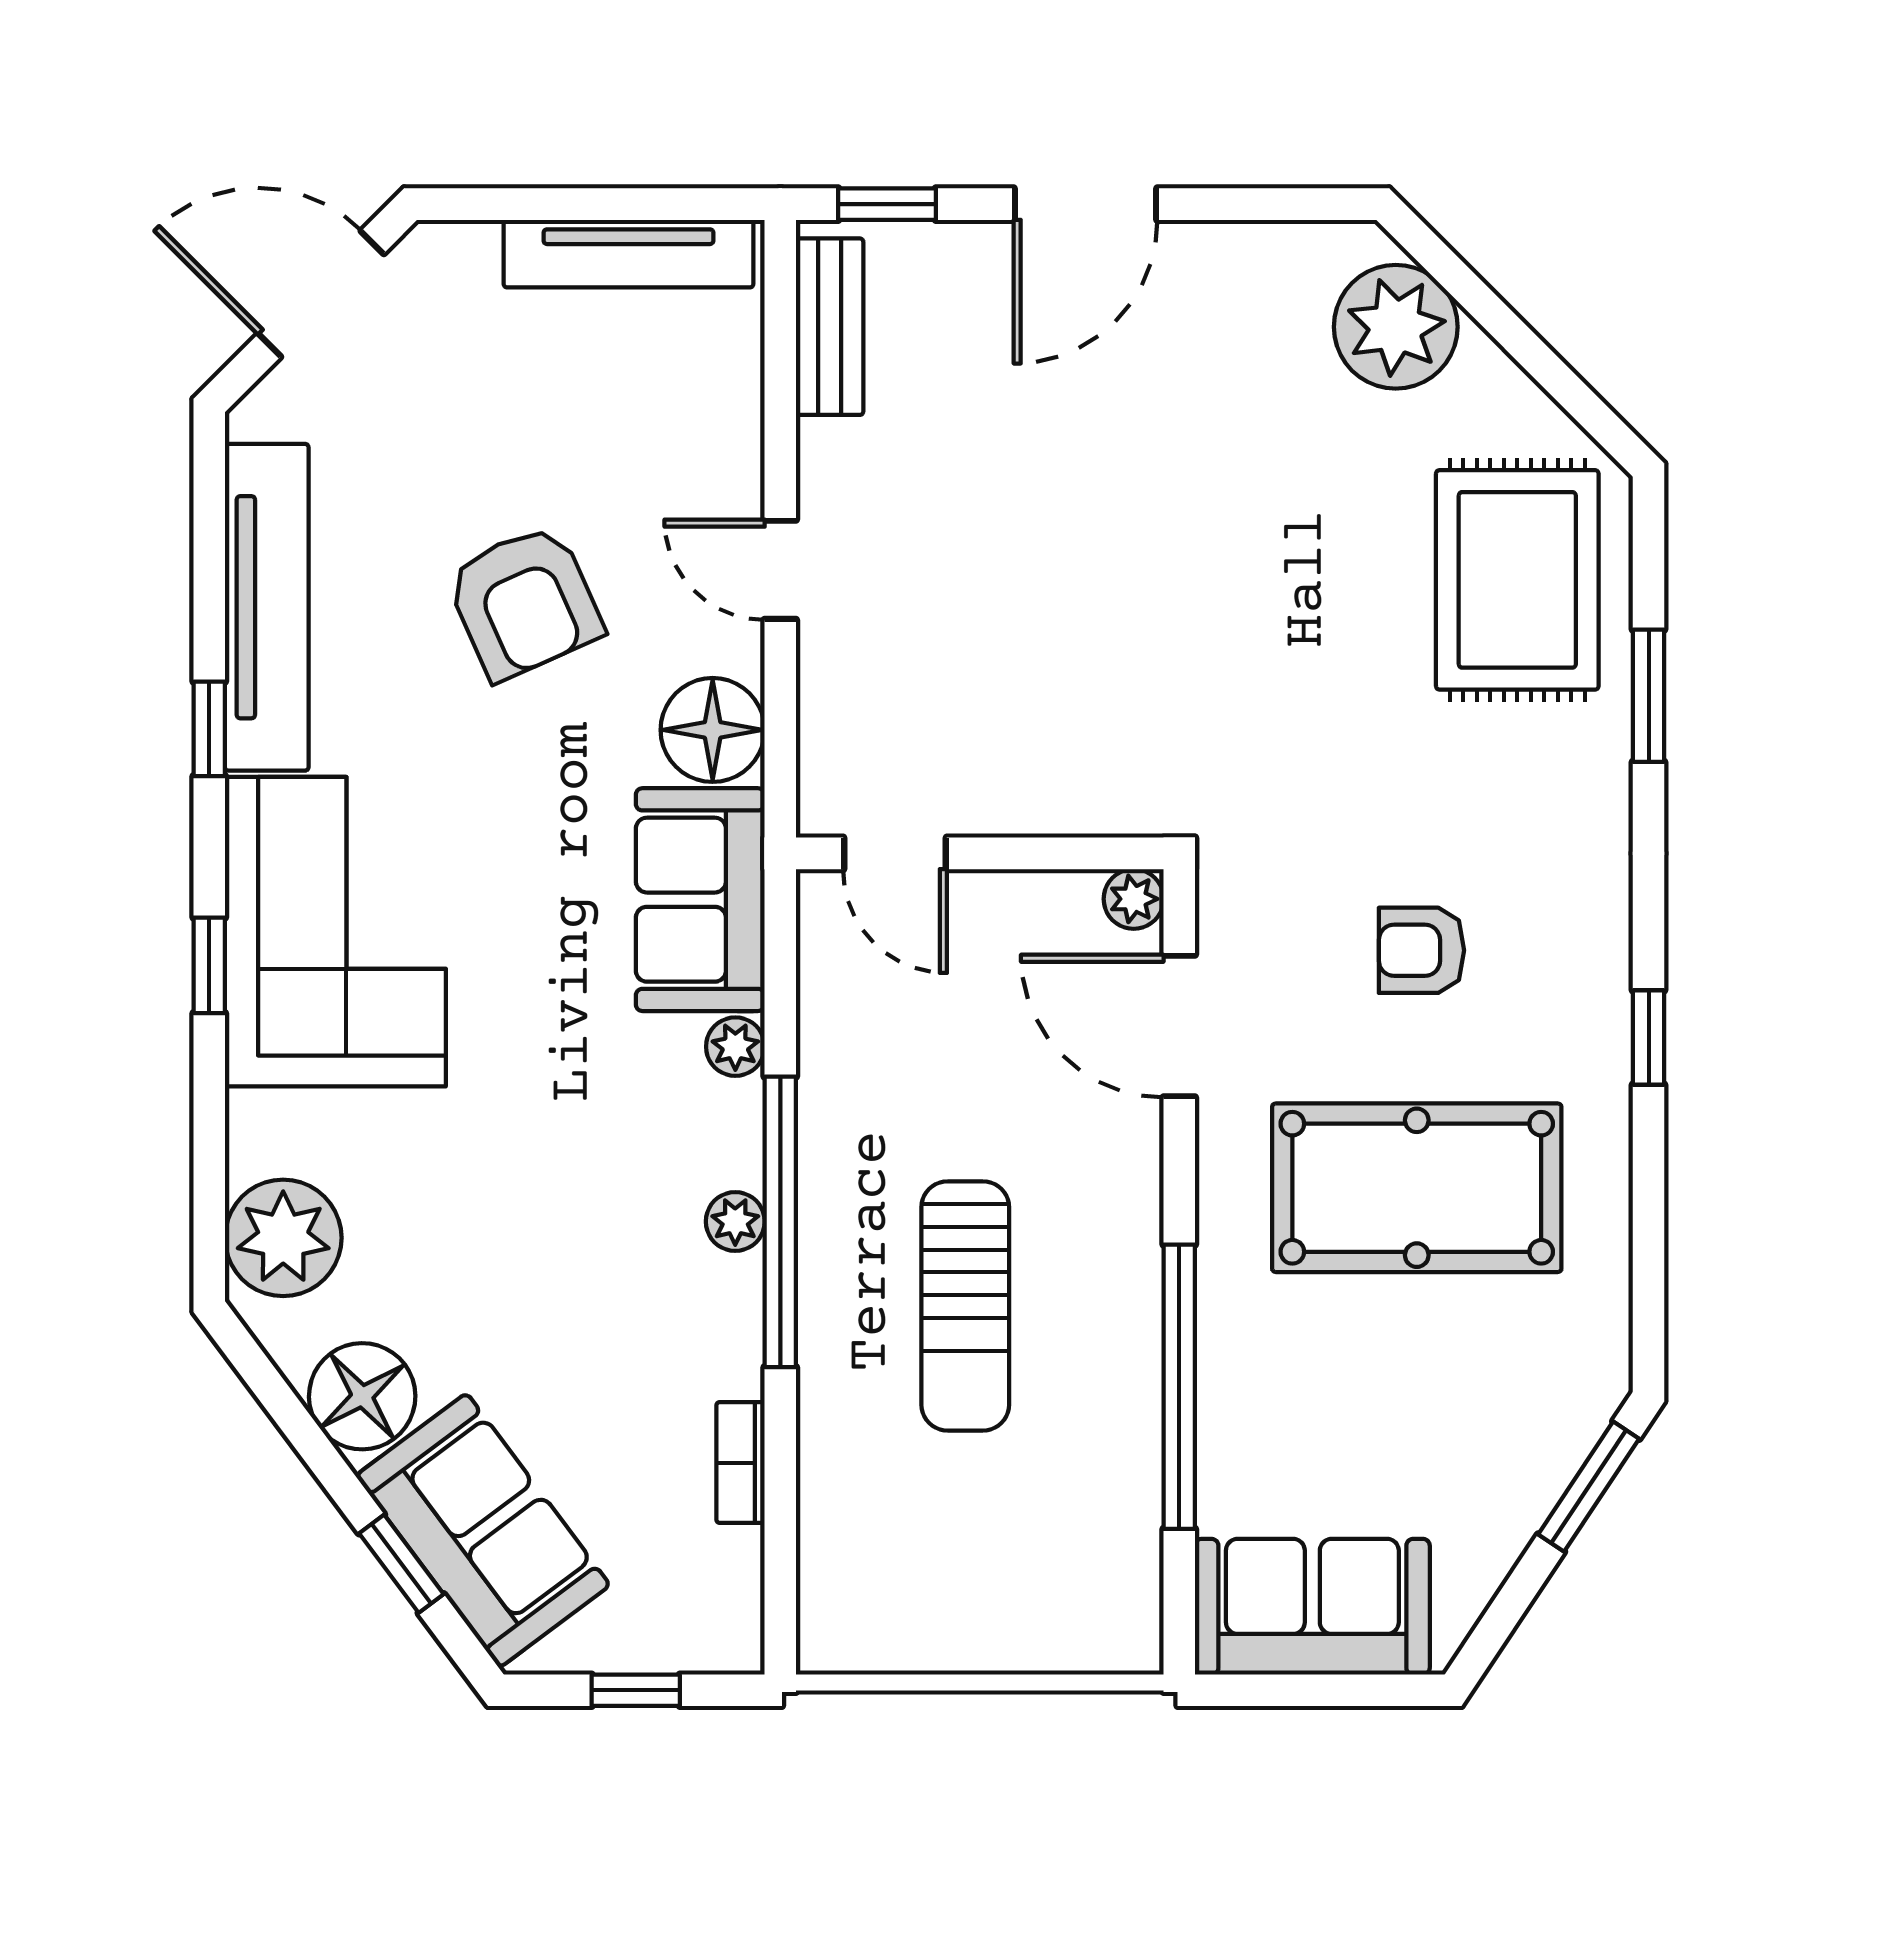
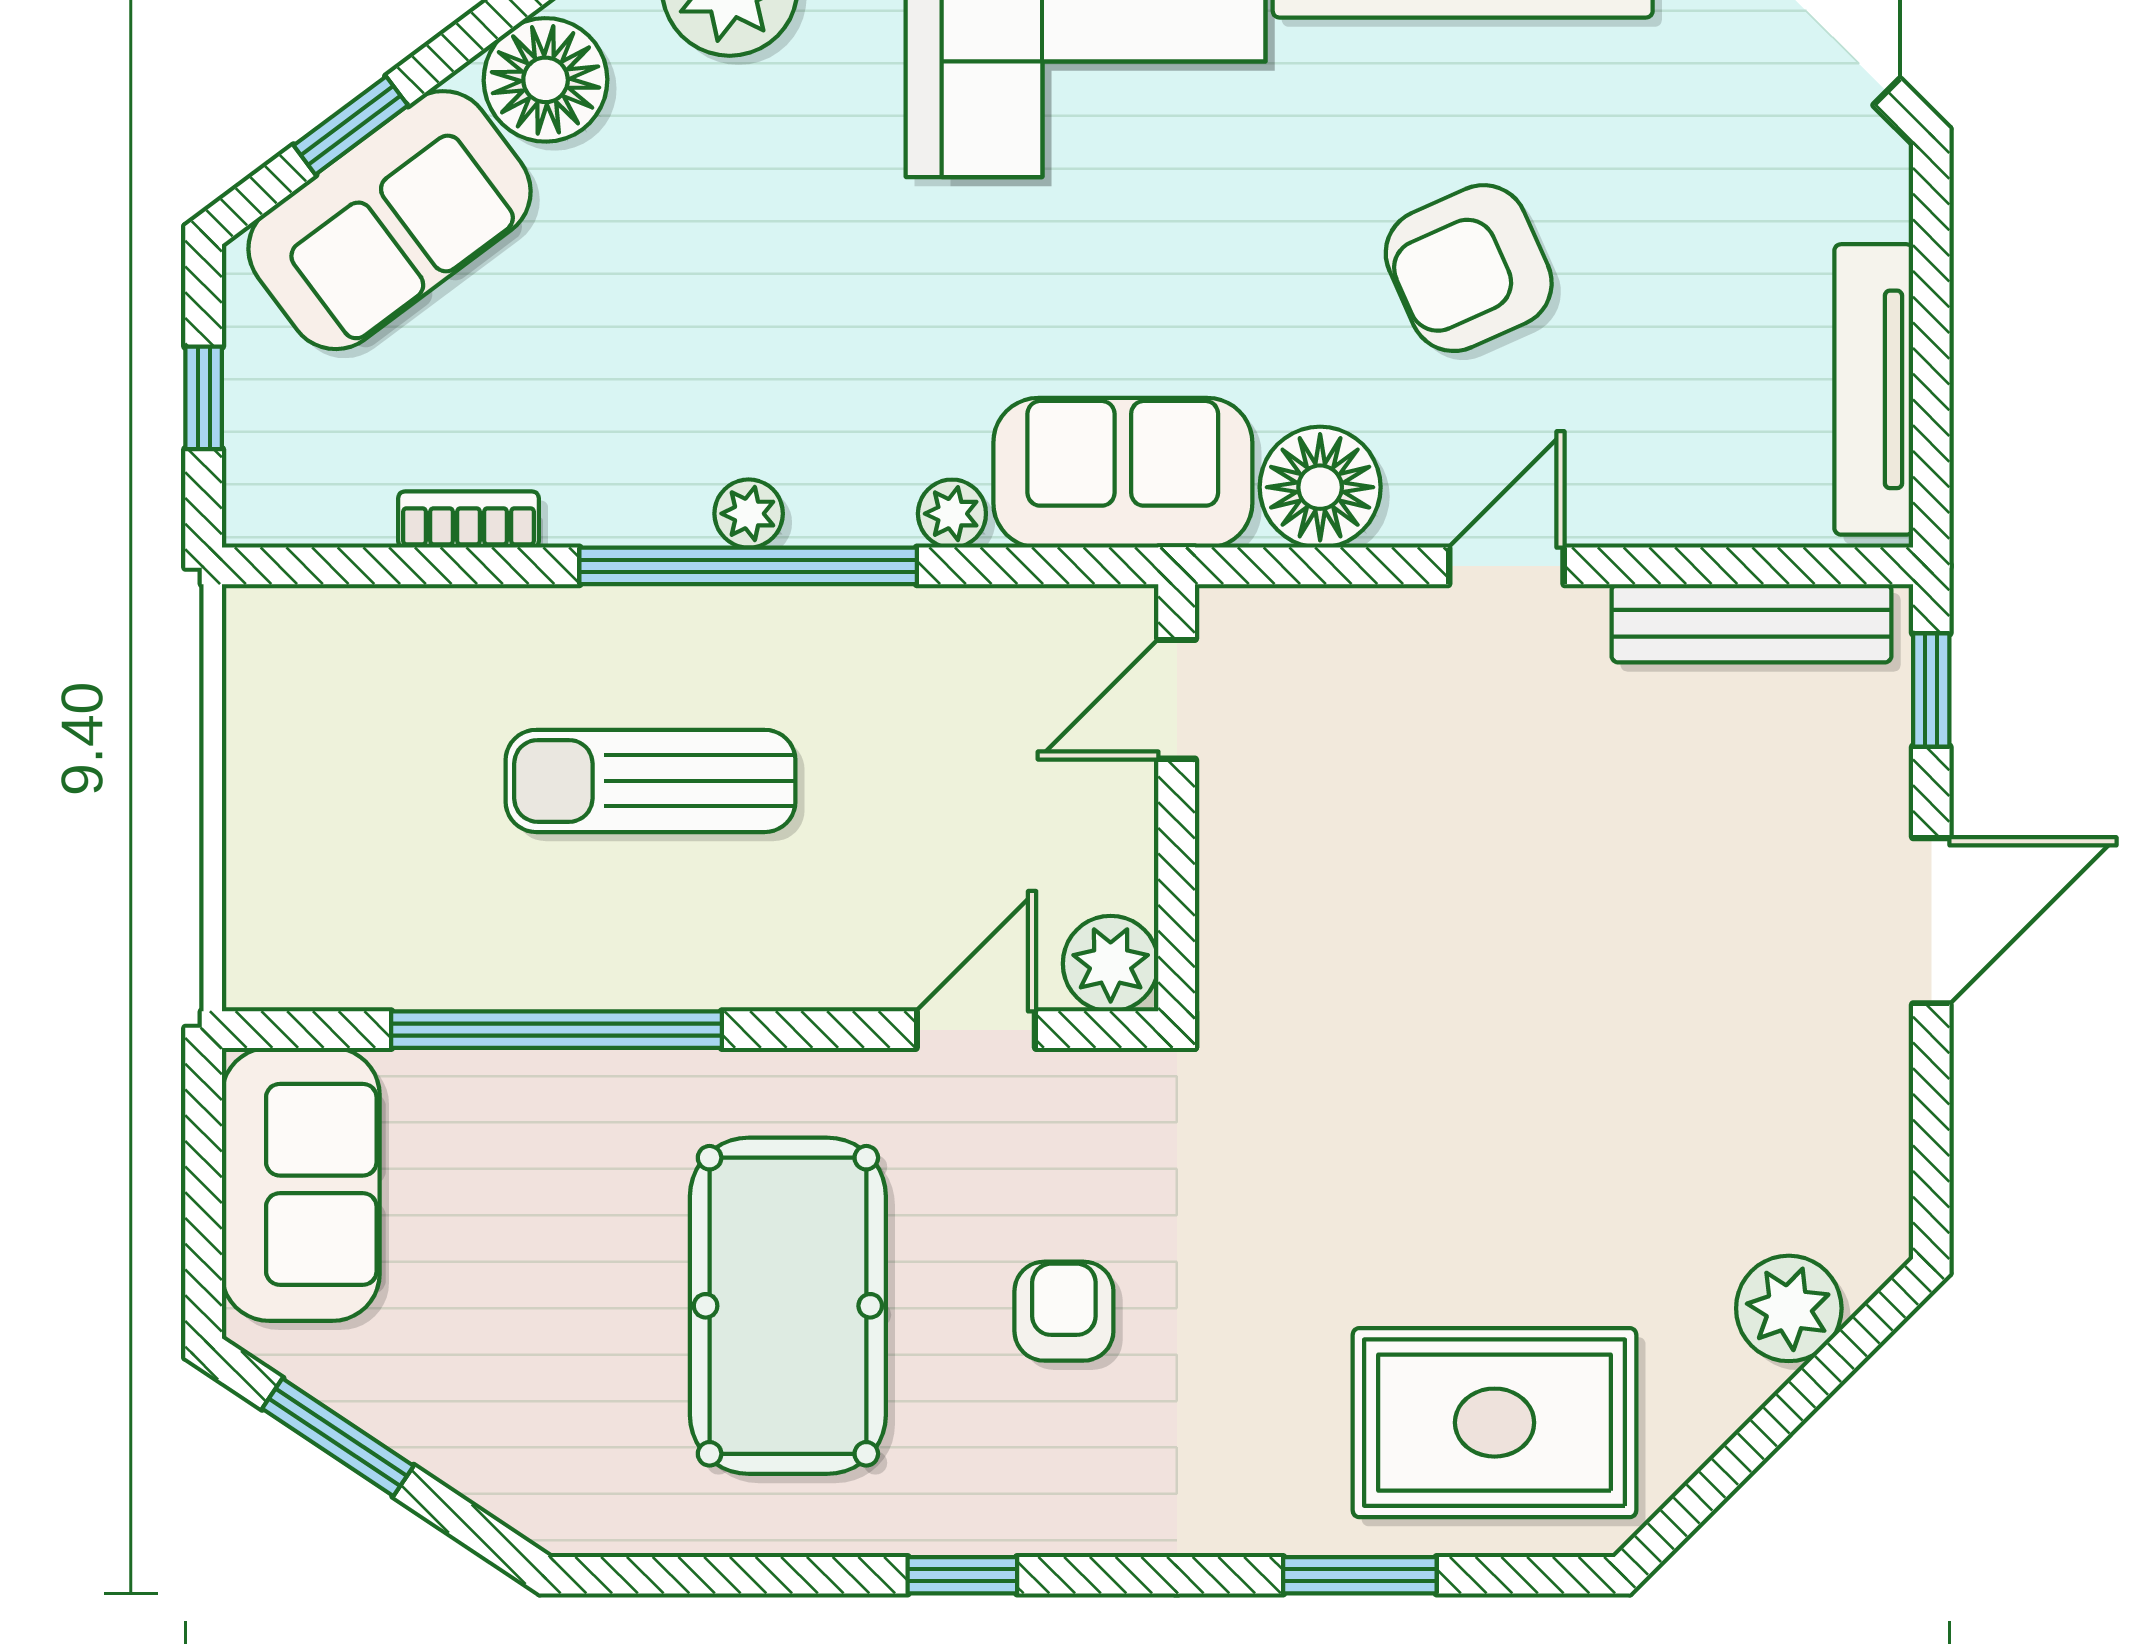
door: (1086, 204) -> (1931, 921), swing flipped
bench: (830, 327) -> (1751, 623), width x1.36
plant: (1396, 327) -> (1789, 1308), width x0.73, depth x0.73
plant: (1134, 899) -> (1111, 964), width x1.38, depth x1.38
door: (1179, 1026) -> (976, 1030), width x0.73
window: (1589, 1487) -> (338, 1437), moved

